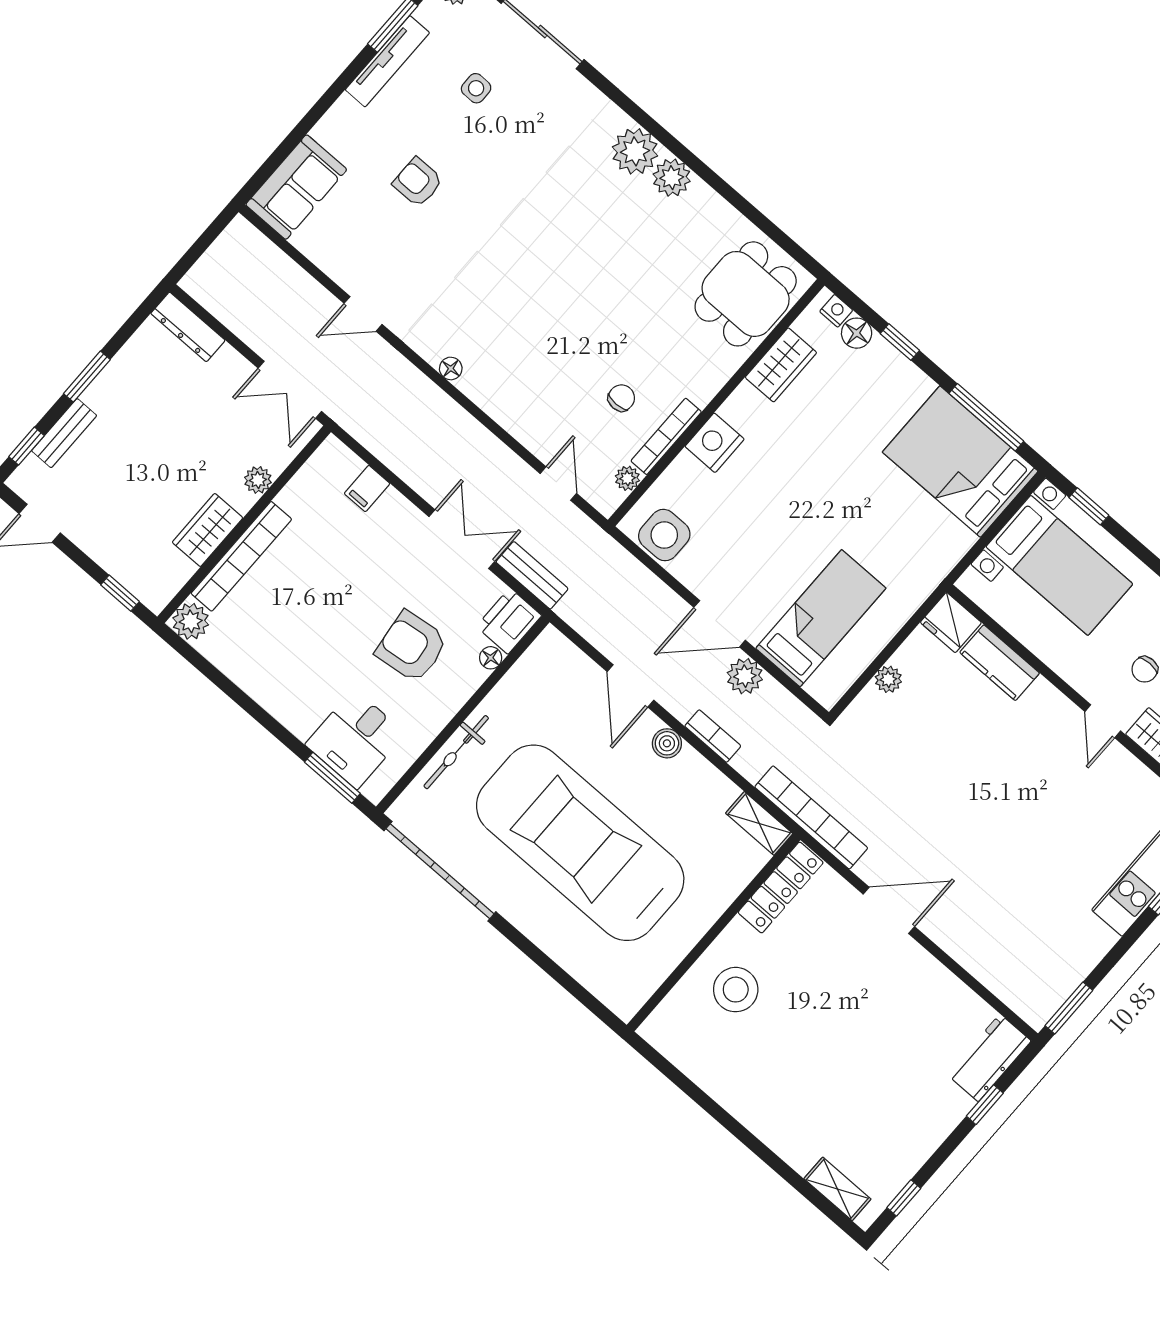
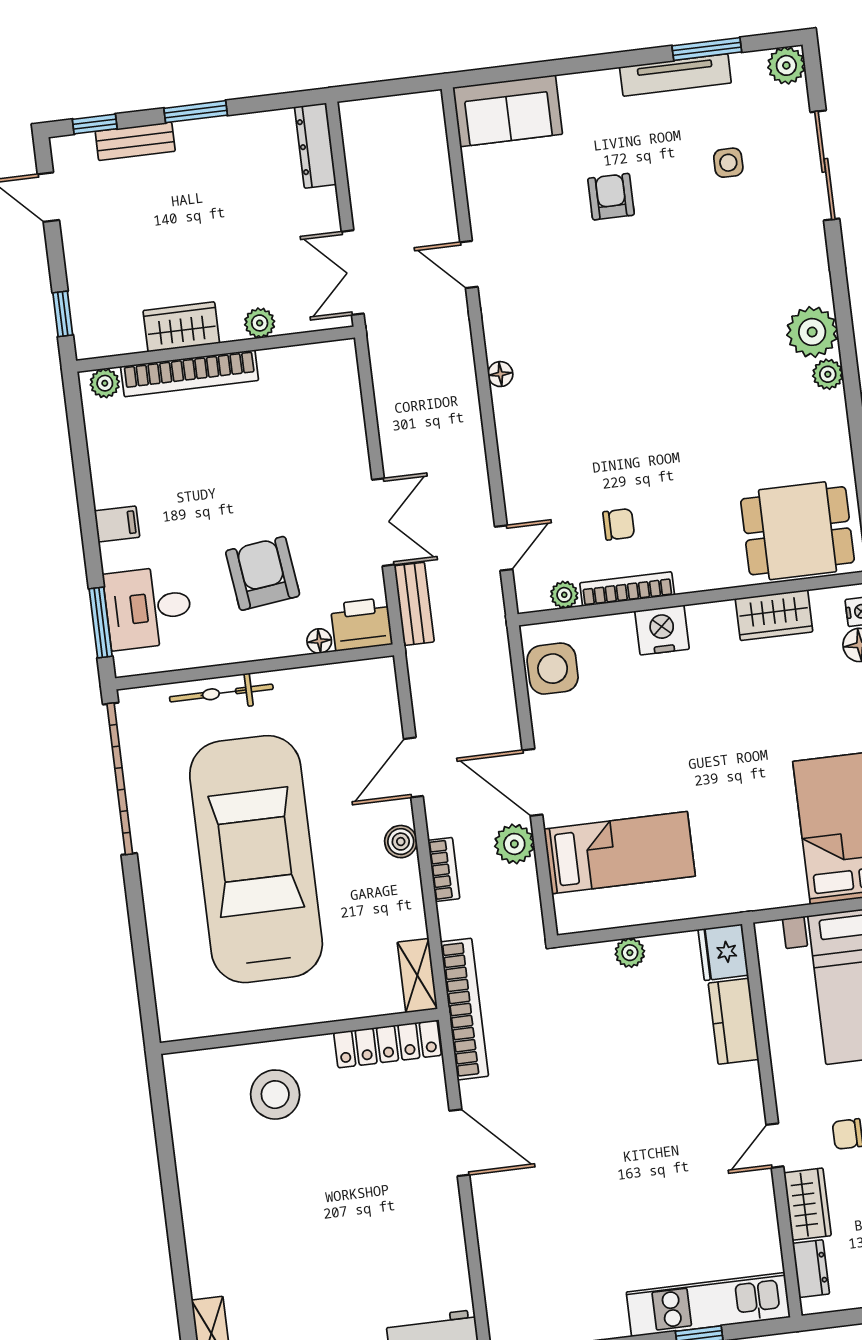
plant: (672, 178) -> (828, 374), width x0.73, depth x0.73
filing cabinet: (367, 489) -> (117, 524), moved, turned 180
plant: (191, 621) -> (105, 383), width x0.73, depth x0.73

